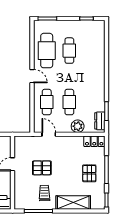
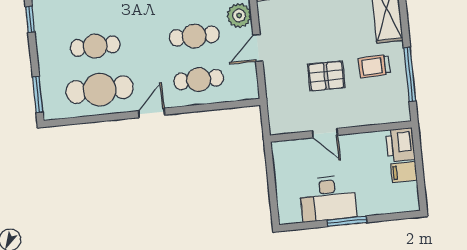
door: (49, 134) -> (258, 48), moved
pallet: (42, 168) -> (326, 76), turned 90

